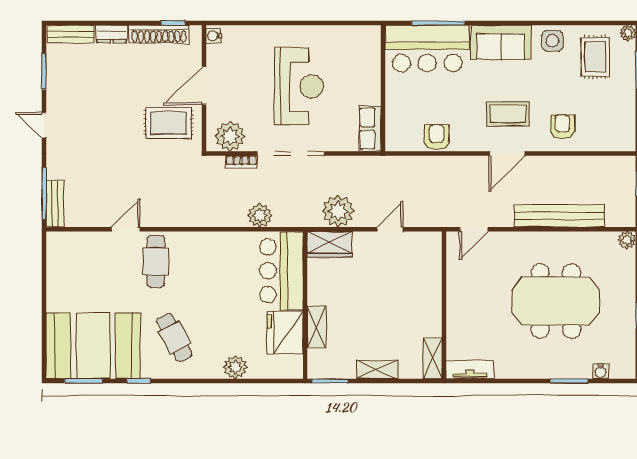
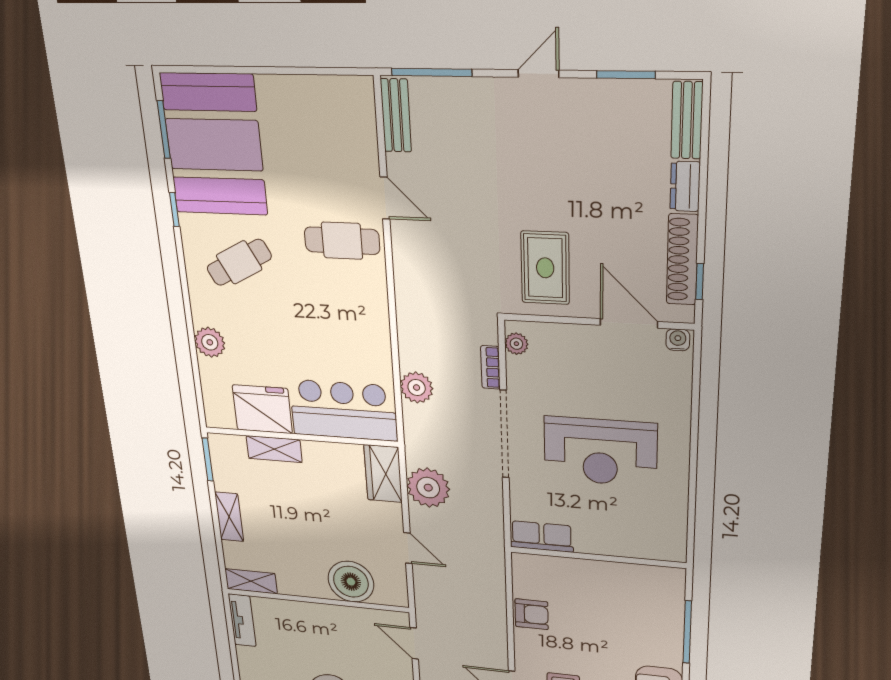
bar counter: (427, 48) -> (652, 616), removed
door: (204, 86) -> (629, 323), moved
plant: (230, 136) -> (516, 344), width x0.53, depth x0.53
bench: (55, 204) -> (396, 115), moved, turned 90
boiler: (424, 276) -> (351, 582), added

